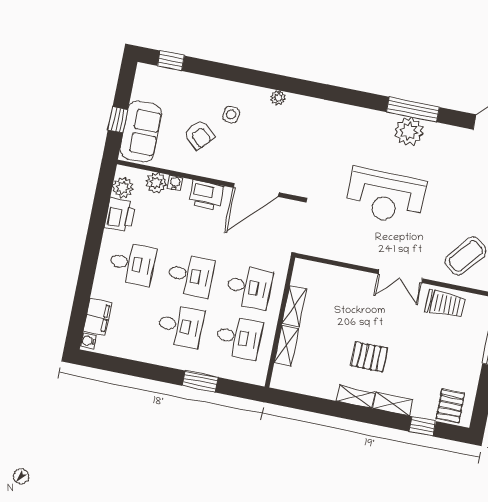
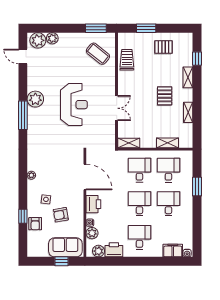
window: (171, 61) -> (23, 216), moved
armchair: (192, 87) -> (35, 224), added
window: (413, 110) -> (23, 115), moved
armchair: (199, 135) -> (61, 215), turned -141
double door: (400, 276) -> (117, 108), moved
shelving: (294, 306) -> (129, 143), moved
shelving: (356, 397) -> (188, 112), moved
pallet: (450, 406) -> (164, 47), moved

